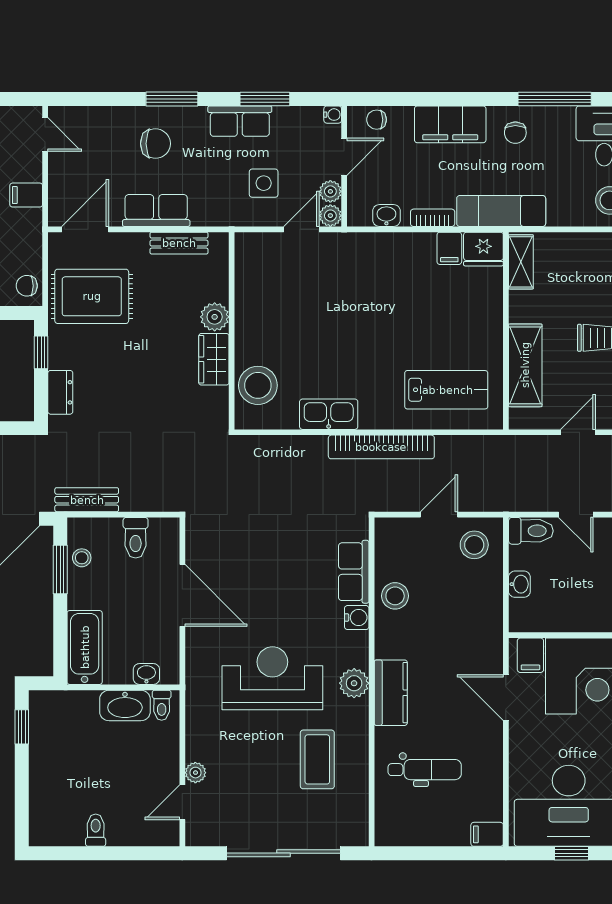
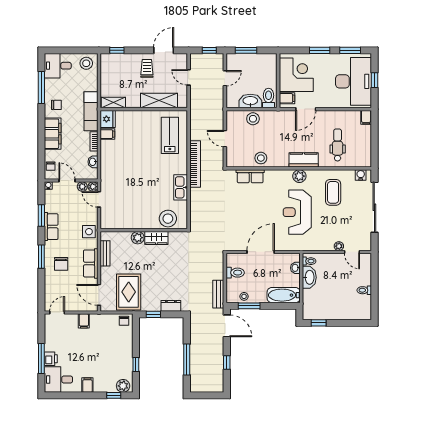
chair: (155, 144) -> (61, 264), turned 180
side table: (264, 183) -> (89, 232), moved
toilet: (531, 531) -> (268, 98), moved
stool: (474, 545) -> (253, 119), moved
washbasin: (519, 584) -> (250, 101), width x1.91, depth x1.45
water cooler: (357, 618) -> (361, 175), moved
coffee table: (317, 759) -> (333, 192), turned 90

